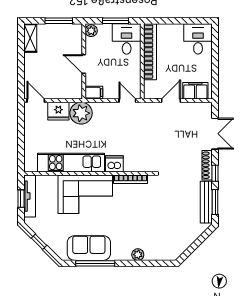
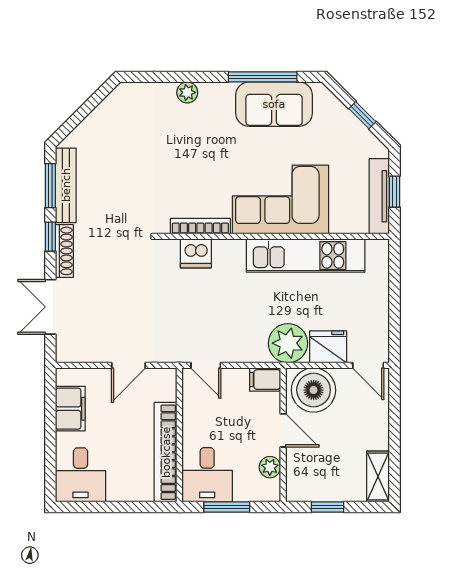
window: (59, 21) -> (328, 507), width x0.67
plant: (91, 31) -> (270, 467), moved
boiler: (67, 87) -> (314, 390), added
filing cabinet: (195, 91) -> (70, 409), moved, turned -90
dishwasher: (114, 164) -> (196, 253), moved

